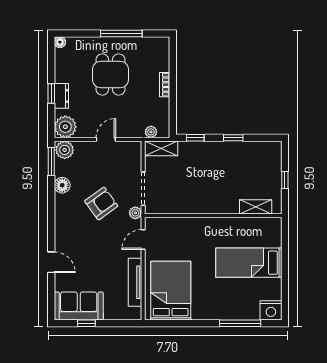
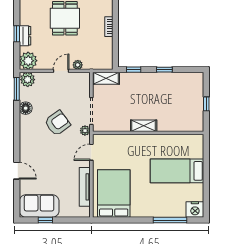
plant: (151, 132) -> (78, 65), moved
shelving: (256, 207) -> (144, 126), moved

